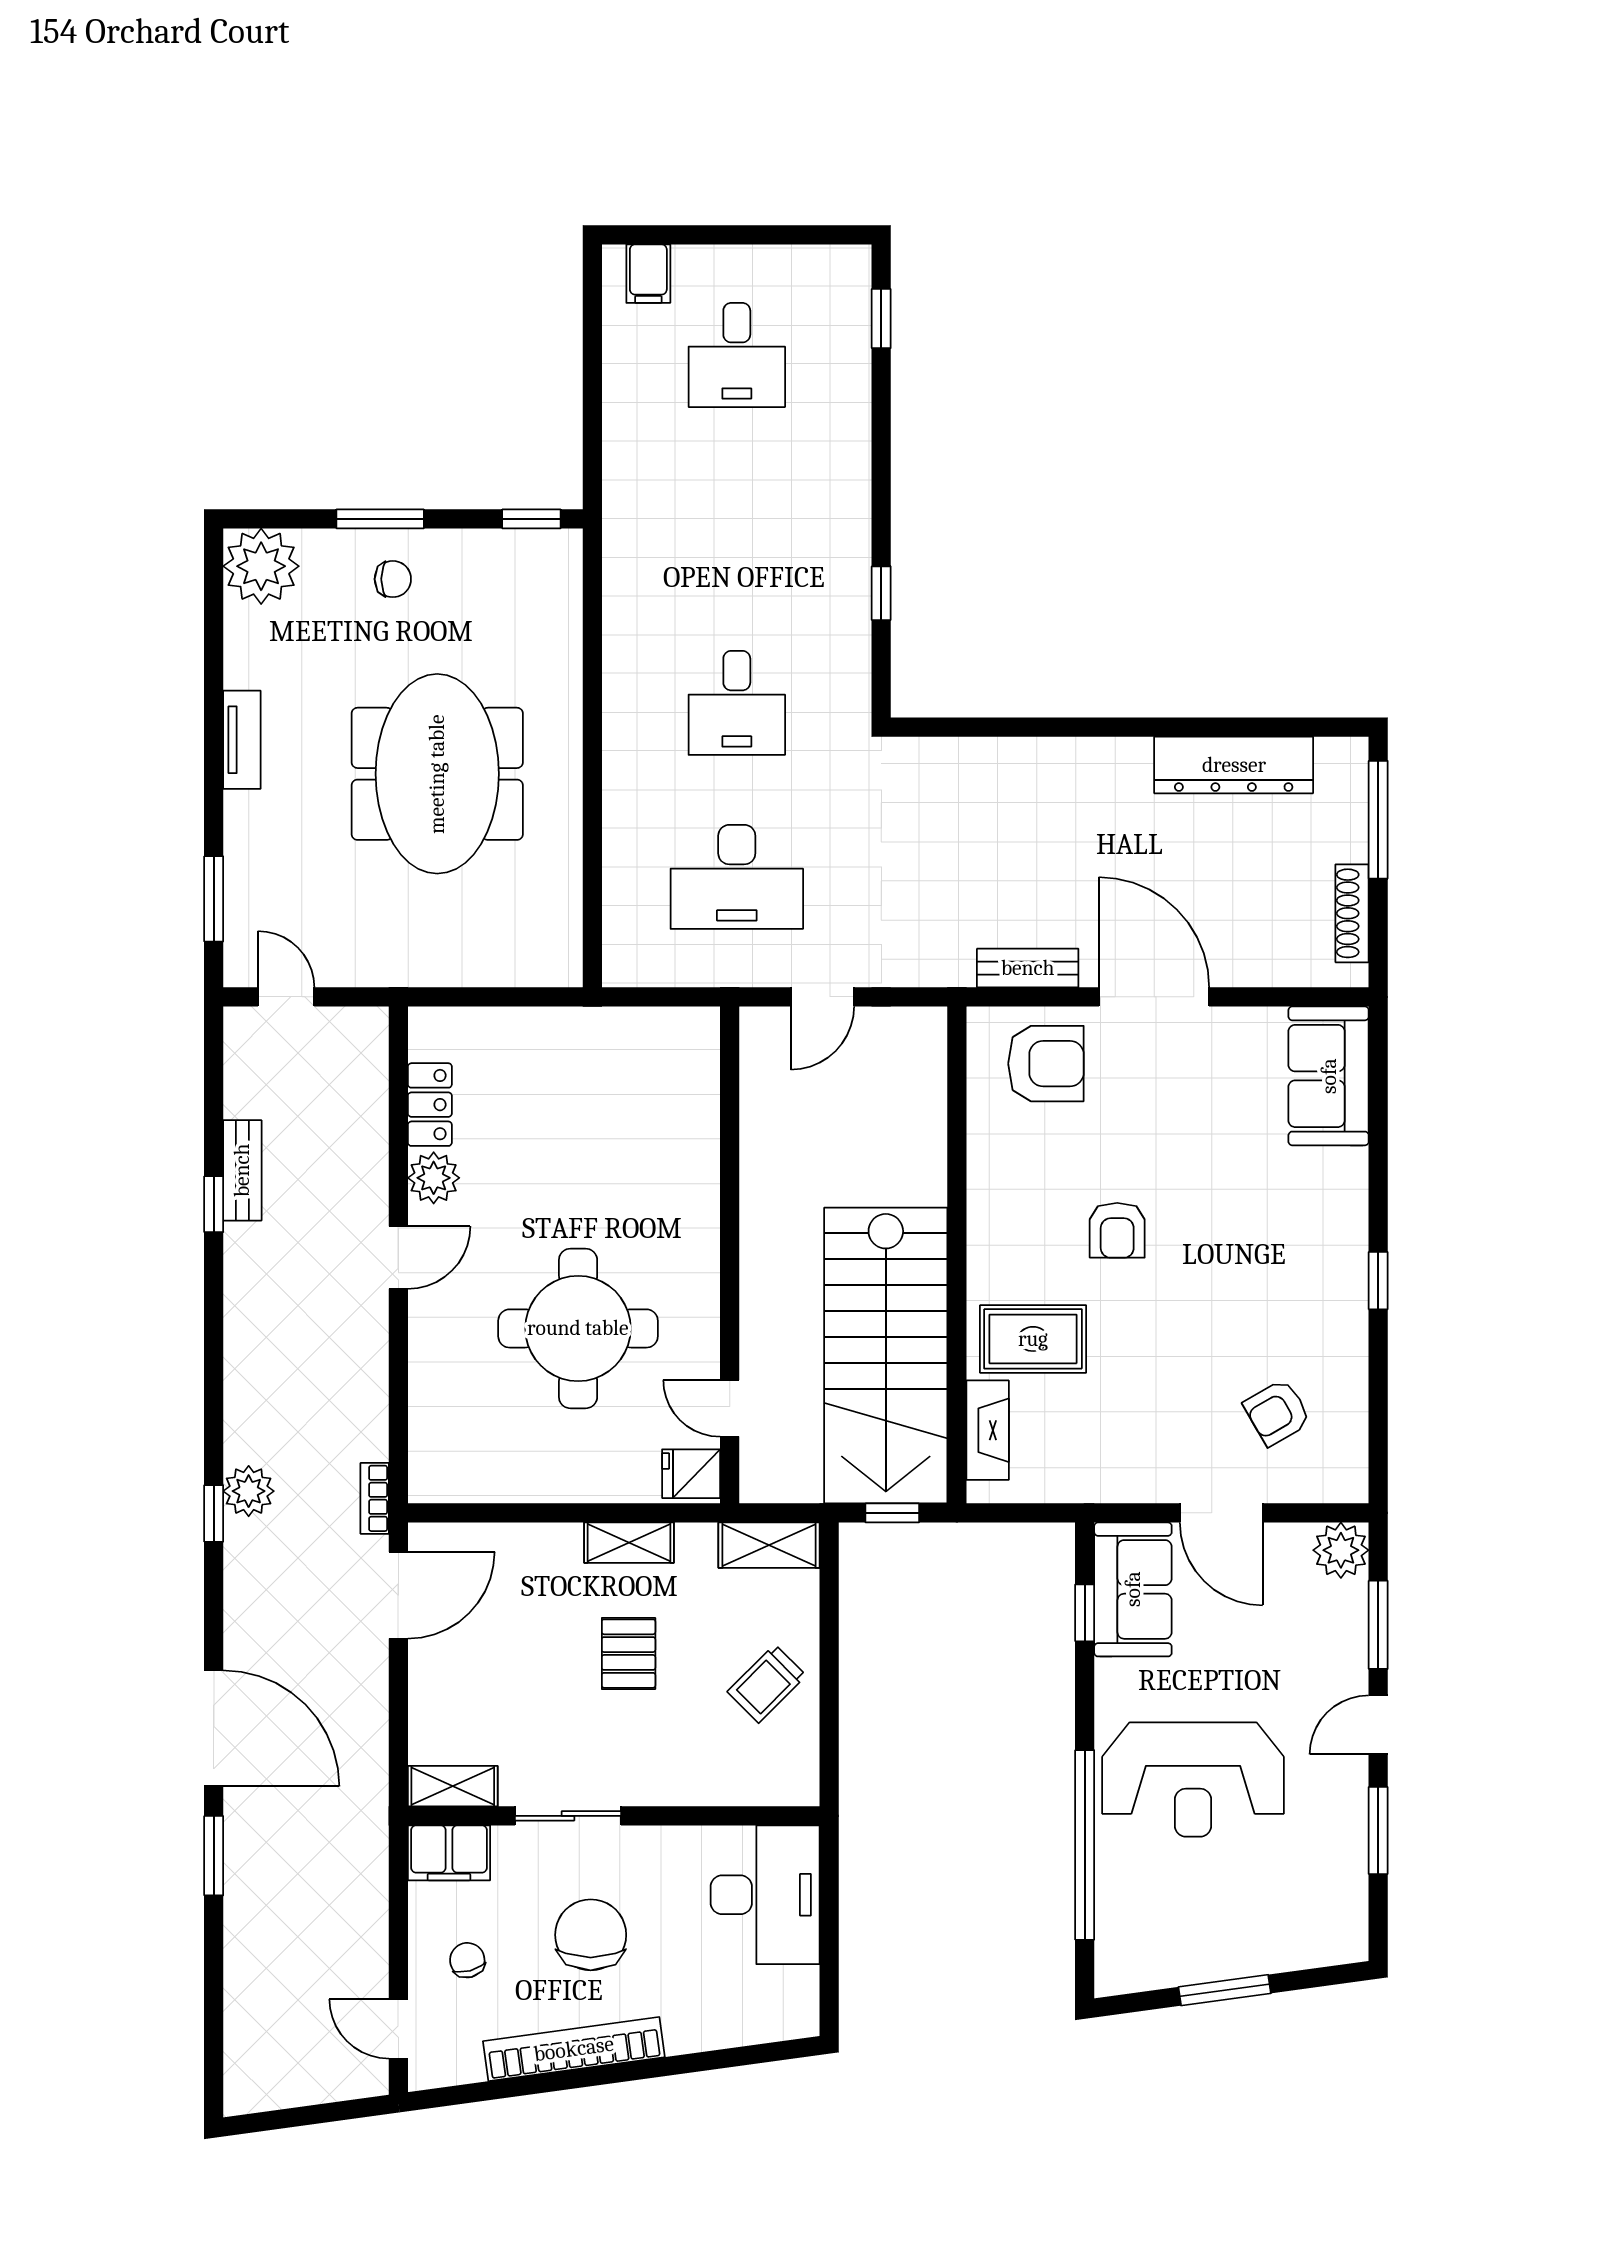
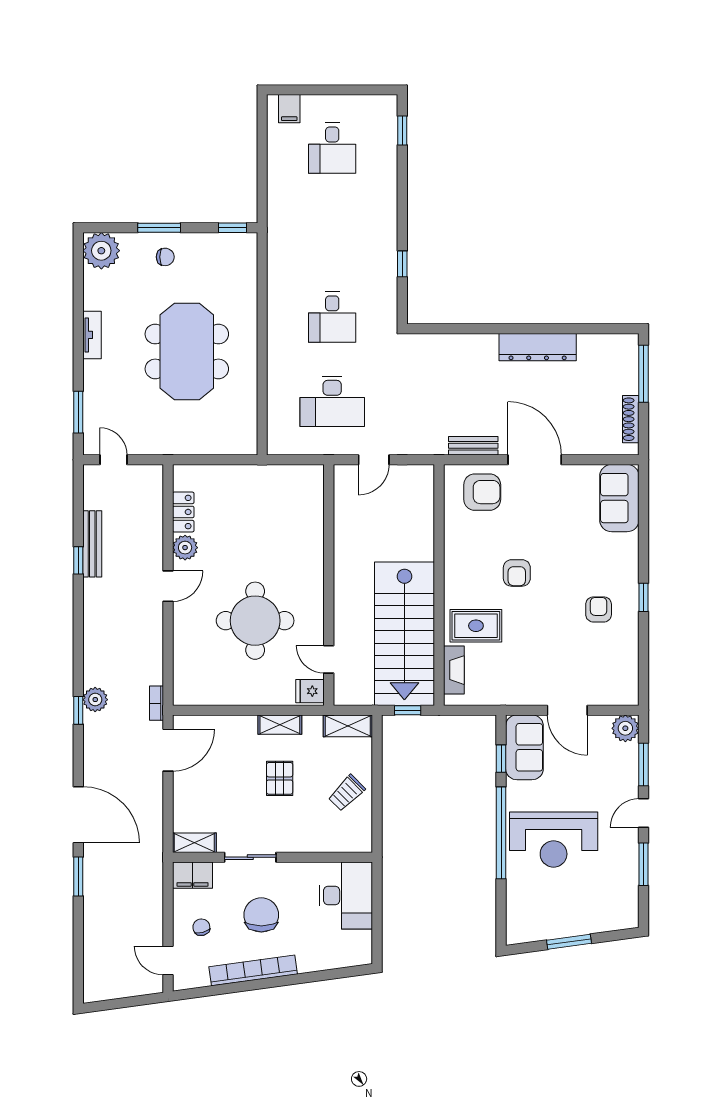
dresser: (1234, 765) -> (538, 347), moved
bench: (242, 1170) -> (92, 544), width x1.36
armchair: (1277, 1412) -> (599, 609), moved, turned 120
window: (1085, 1845) -> (501, 833), moved

